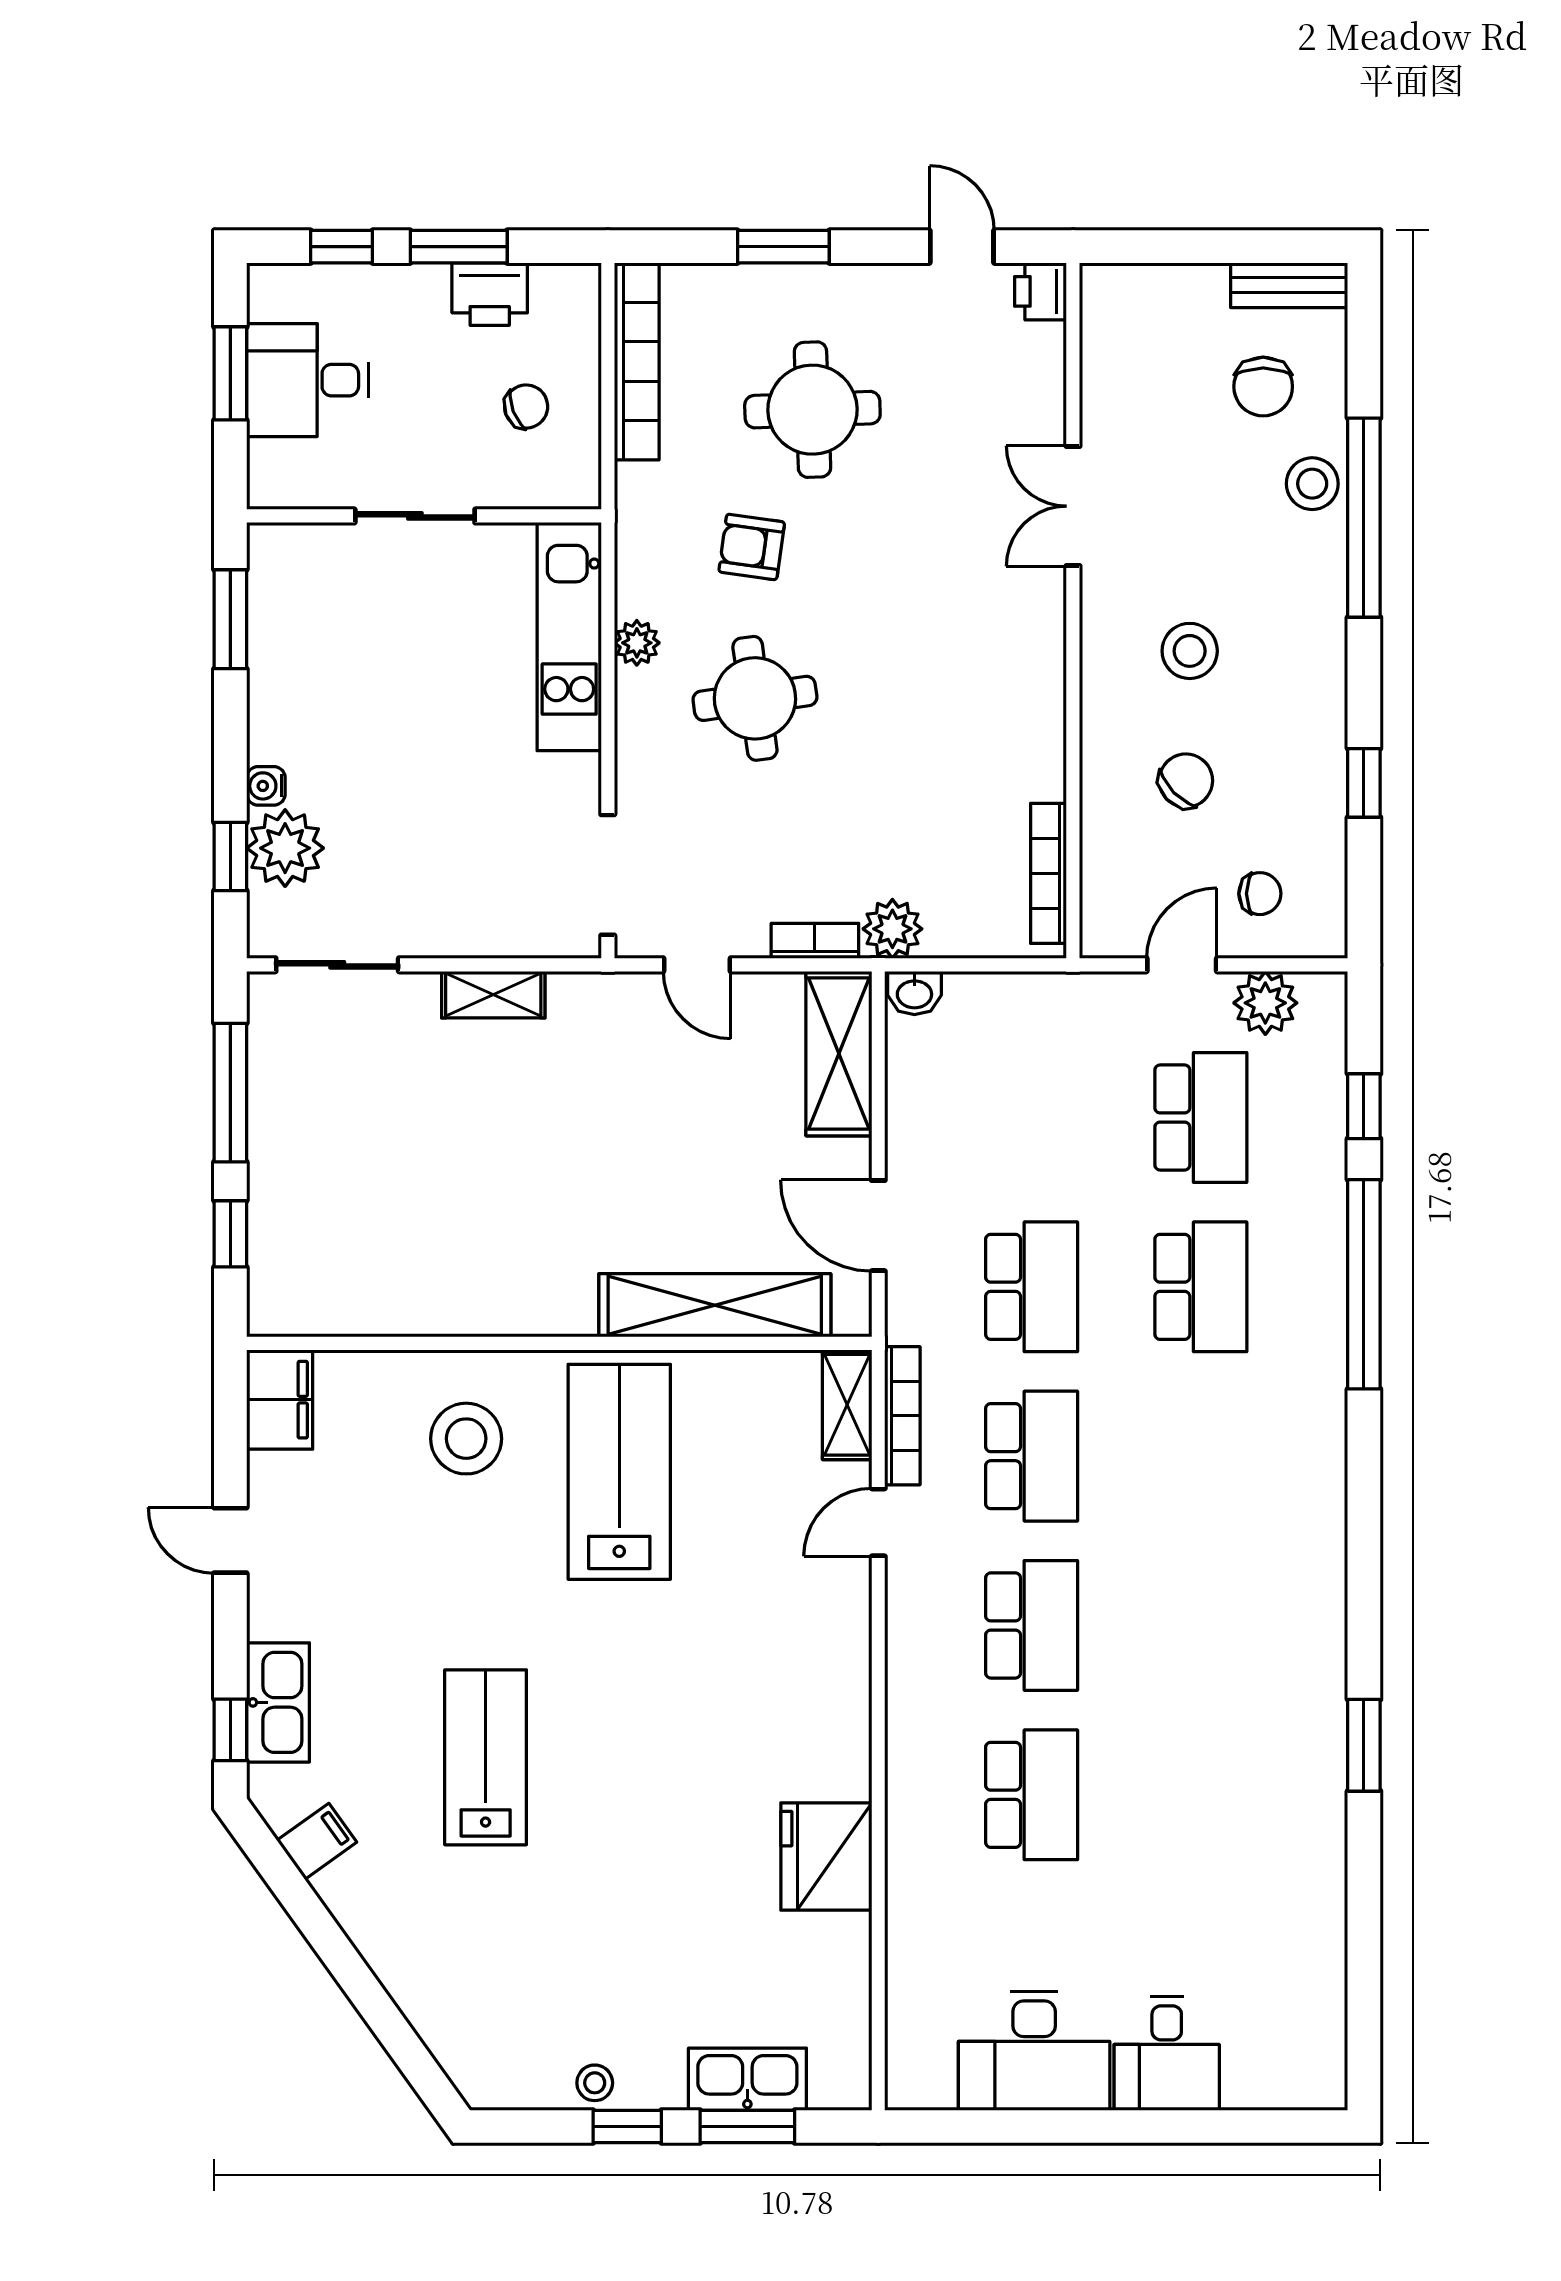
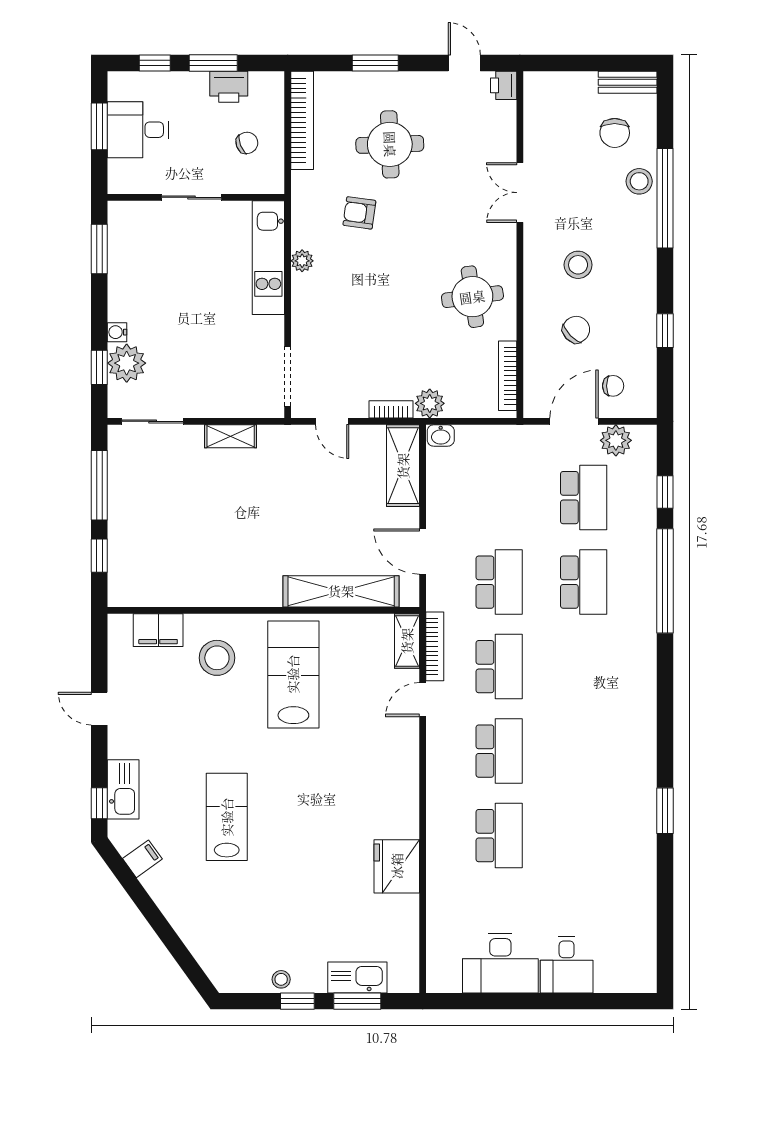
round table: (755, 698) -> (472, 297), moved
door: (1182, 965) -> (574, 421), width x1.38
filing cabinet: (280, 1400) -> (158, 630), moved, turned 90

